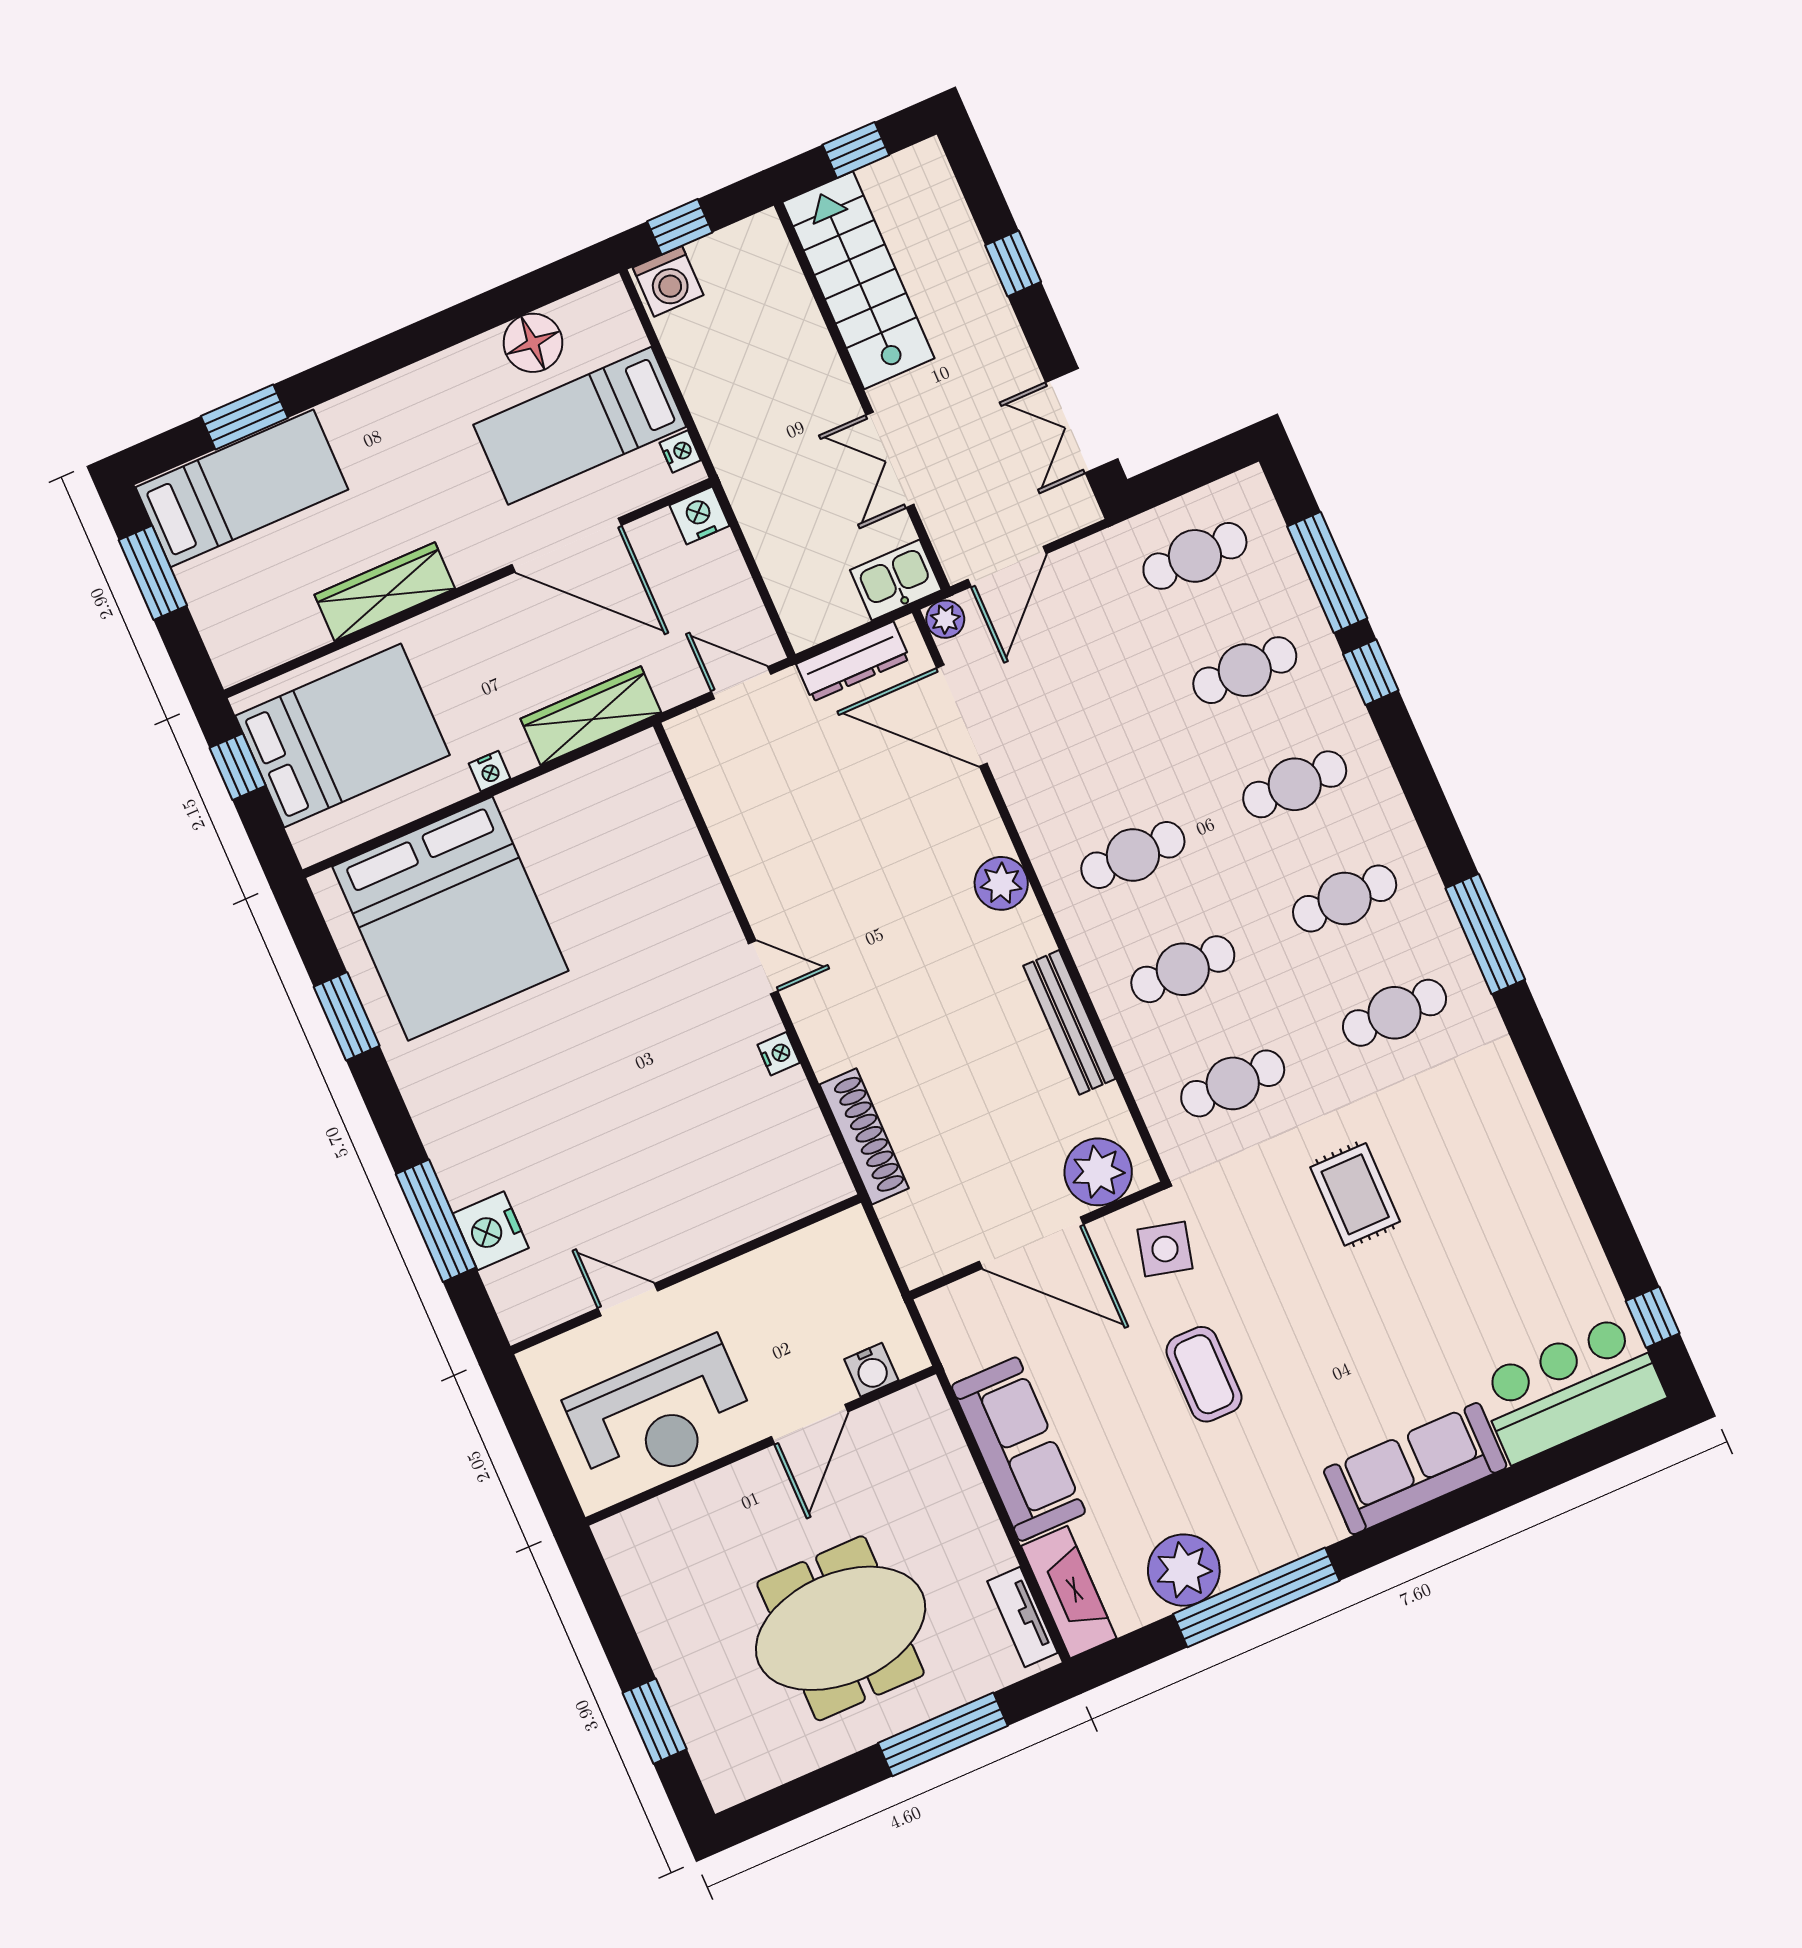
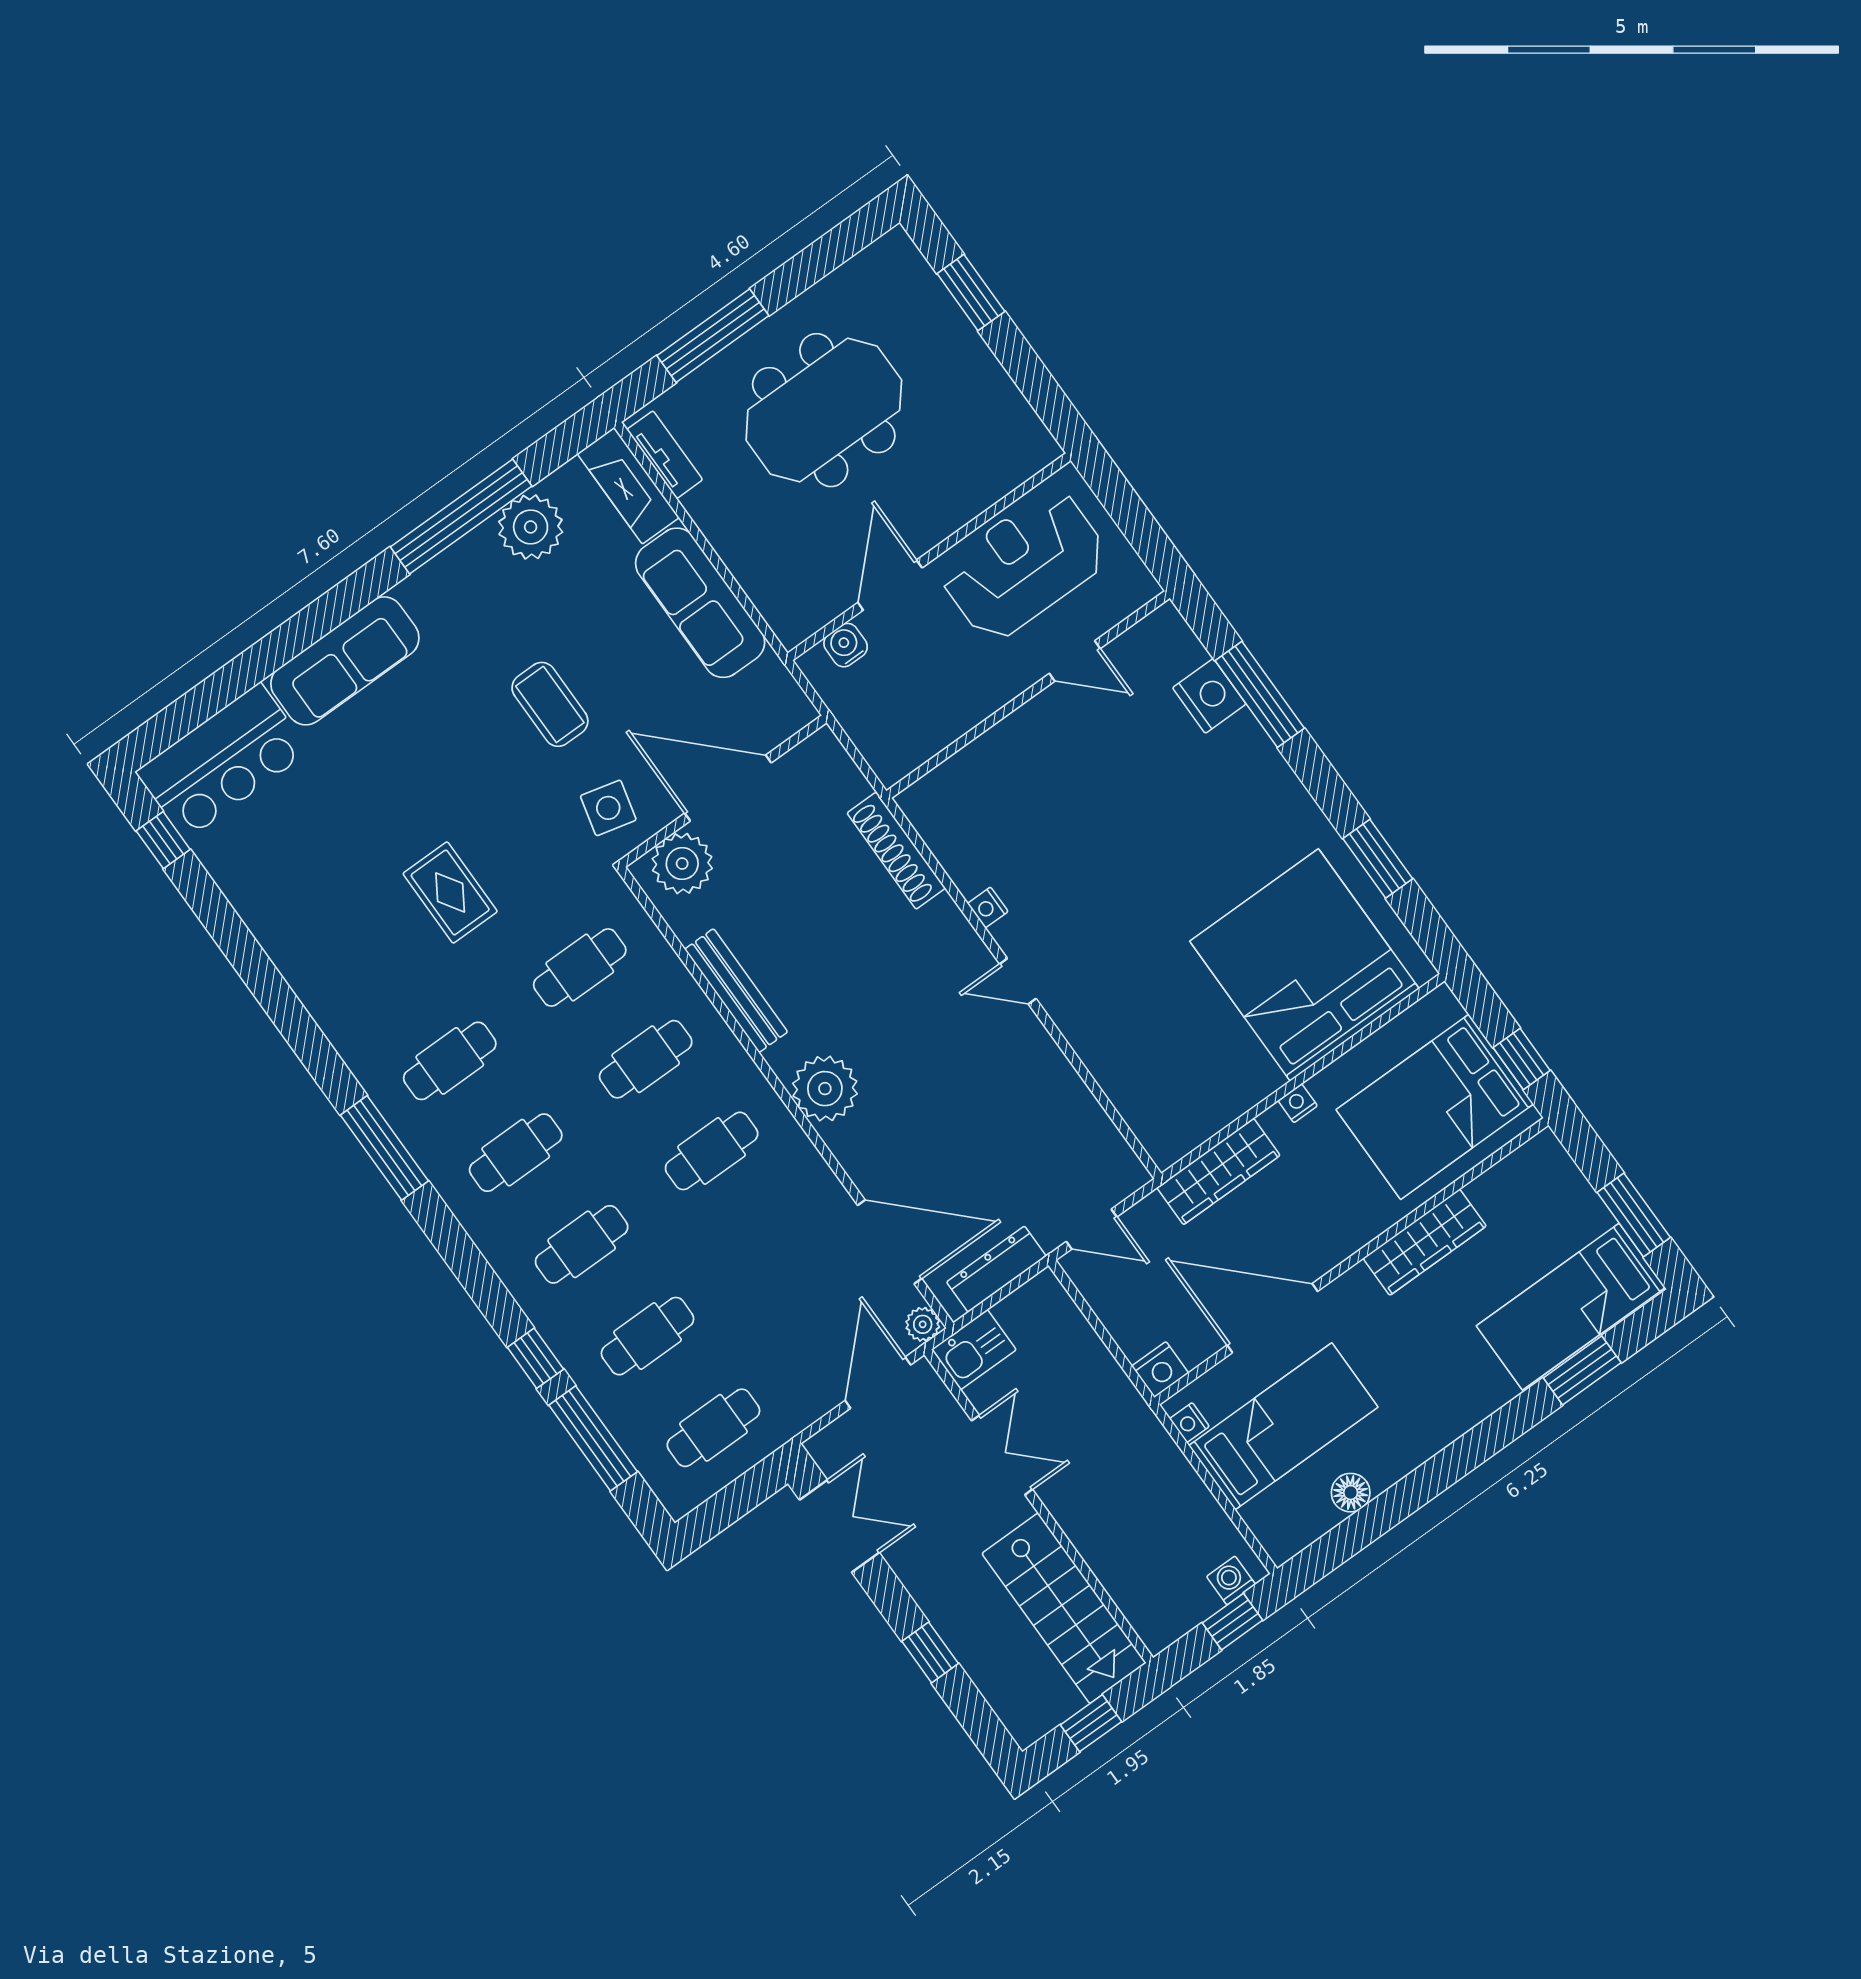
washing machine: (668, 281) -> (1231, 1580), width x0.73, depth x0.73
floor lamp: (533, 343) -> (1351, 1493), width x0.73, depth x0.73
plant: (1001, 883) -> (825, 1089), width x1.36, depth x1.36

